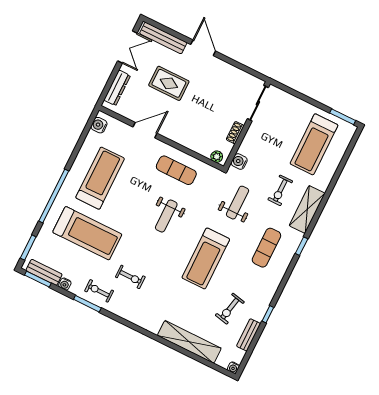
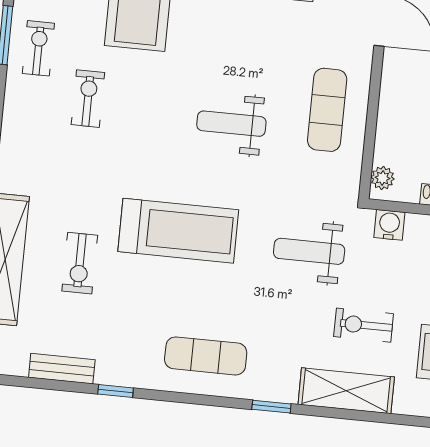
weight bench: (238, 203) -> (309, 251), turned 180
exercise mat: (266, 248) -> (206, 356), moved
treadmill: (206, 258) -> (178, 231), turned 180
exercise bike: (130, 277) -> (88, 99), turned 180
exercise bike: (230, 309) -> (80, 263), moved, turned -102

